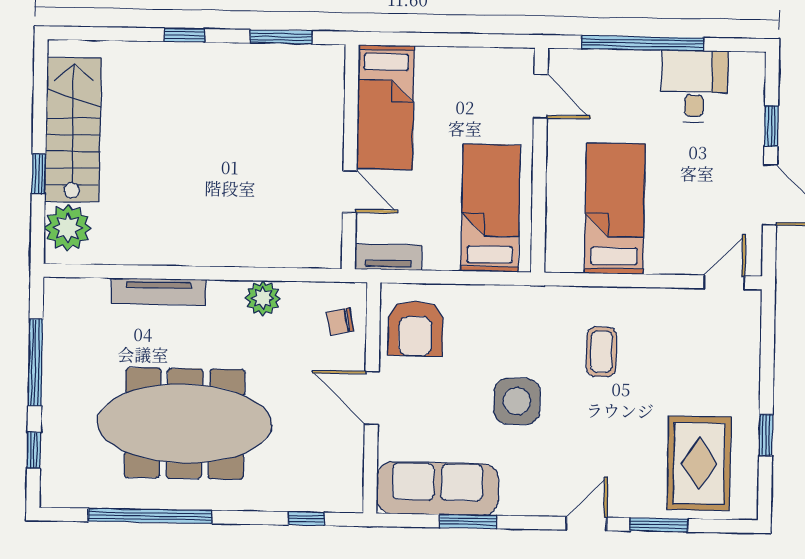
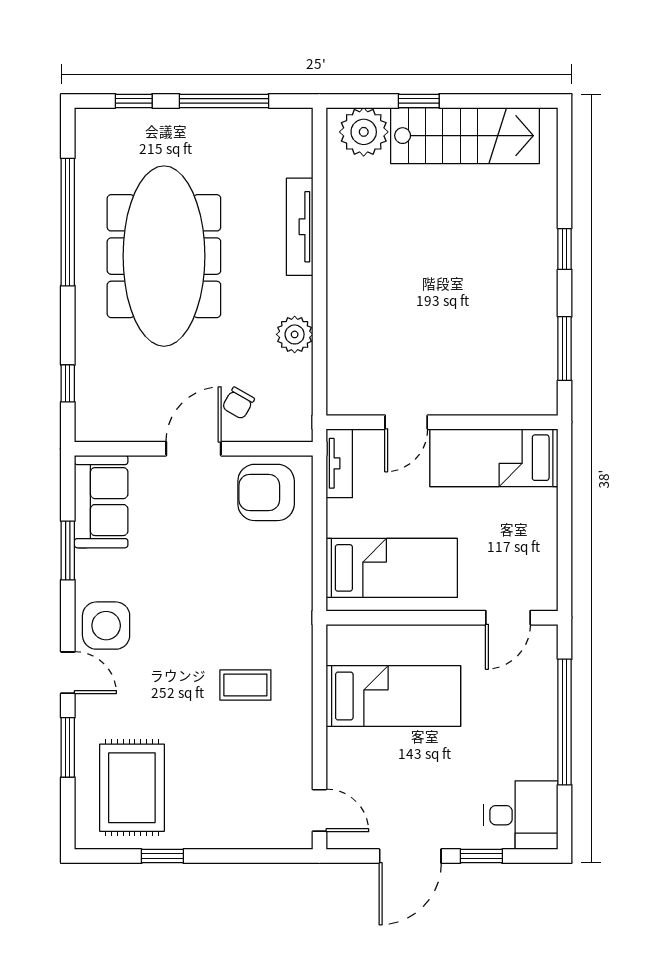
desk: (694, 86) -> (521, 815), moved
chair: (340, 321) -> (238, 403), moved, turned -138
side table: (517, 401) -> (106, 626), moved
rug: (699, 463) -> (132, 788), turned 90
sofa: (437, 489) -> (101, 502), width x0.73

